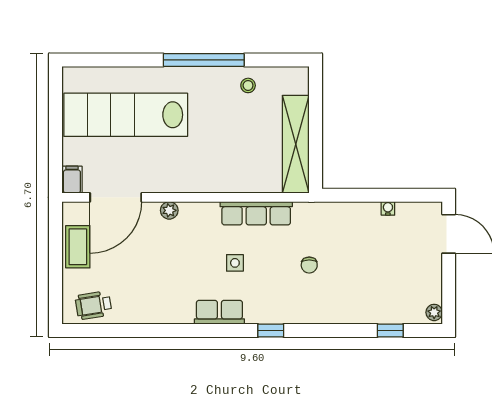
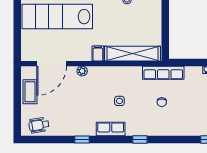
shelving: (296, 144) -> (132, 54), moved, turned 90
filing cabinet: (72, 180) -> (98, 54), moved
row of seats: (256, 213) -> (163, 73), moved
window: (169, 331) -> (82, 139), added

